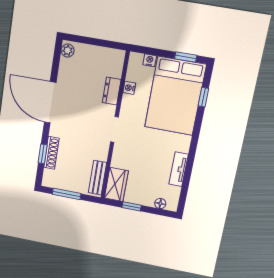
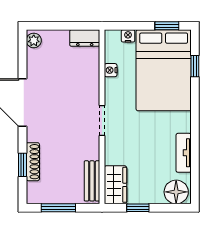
dresser: (112, 91) -> (85, 38), moved, turned -90
floor lamp: (160, 204) -> (176, 192), width x1.89, depth x1.89

